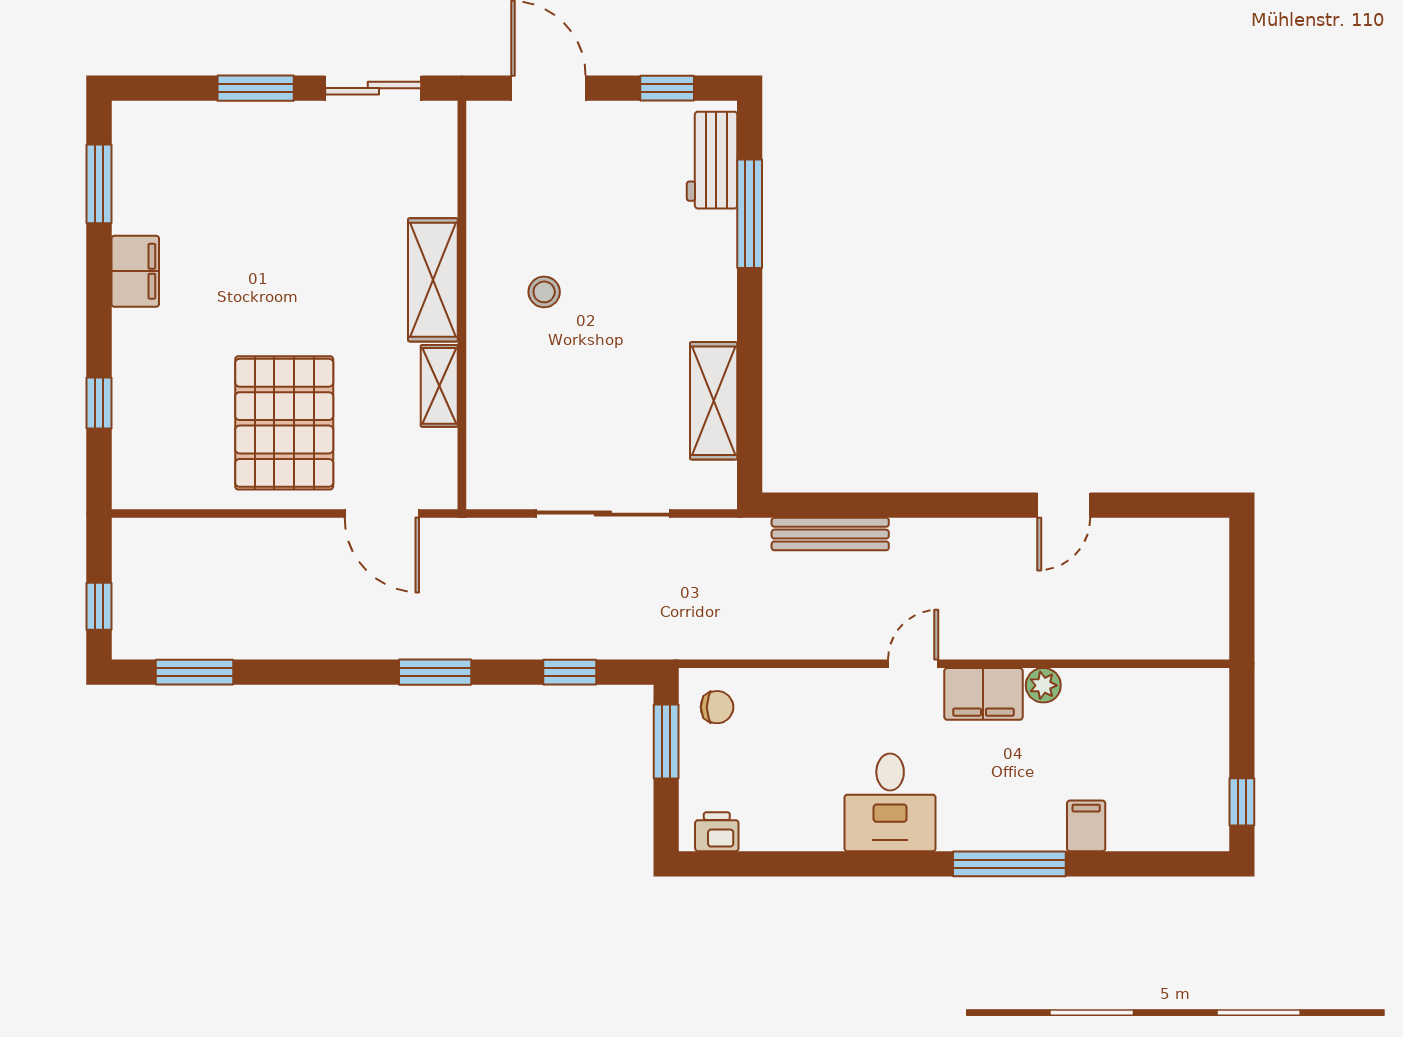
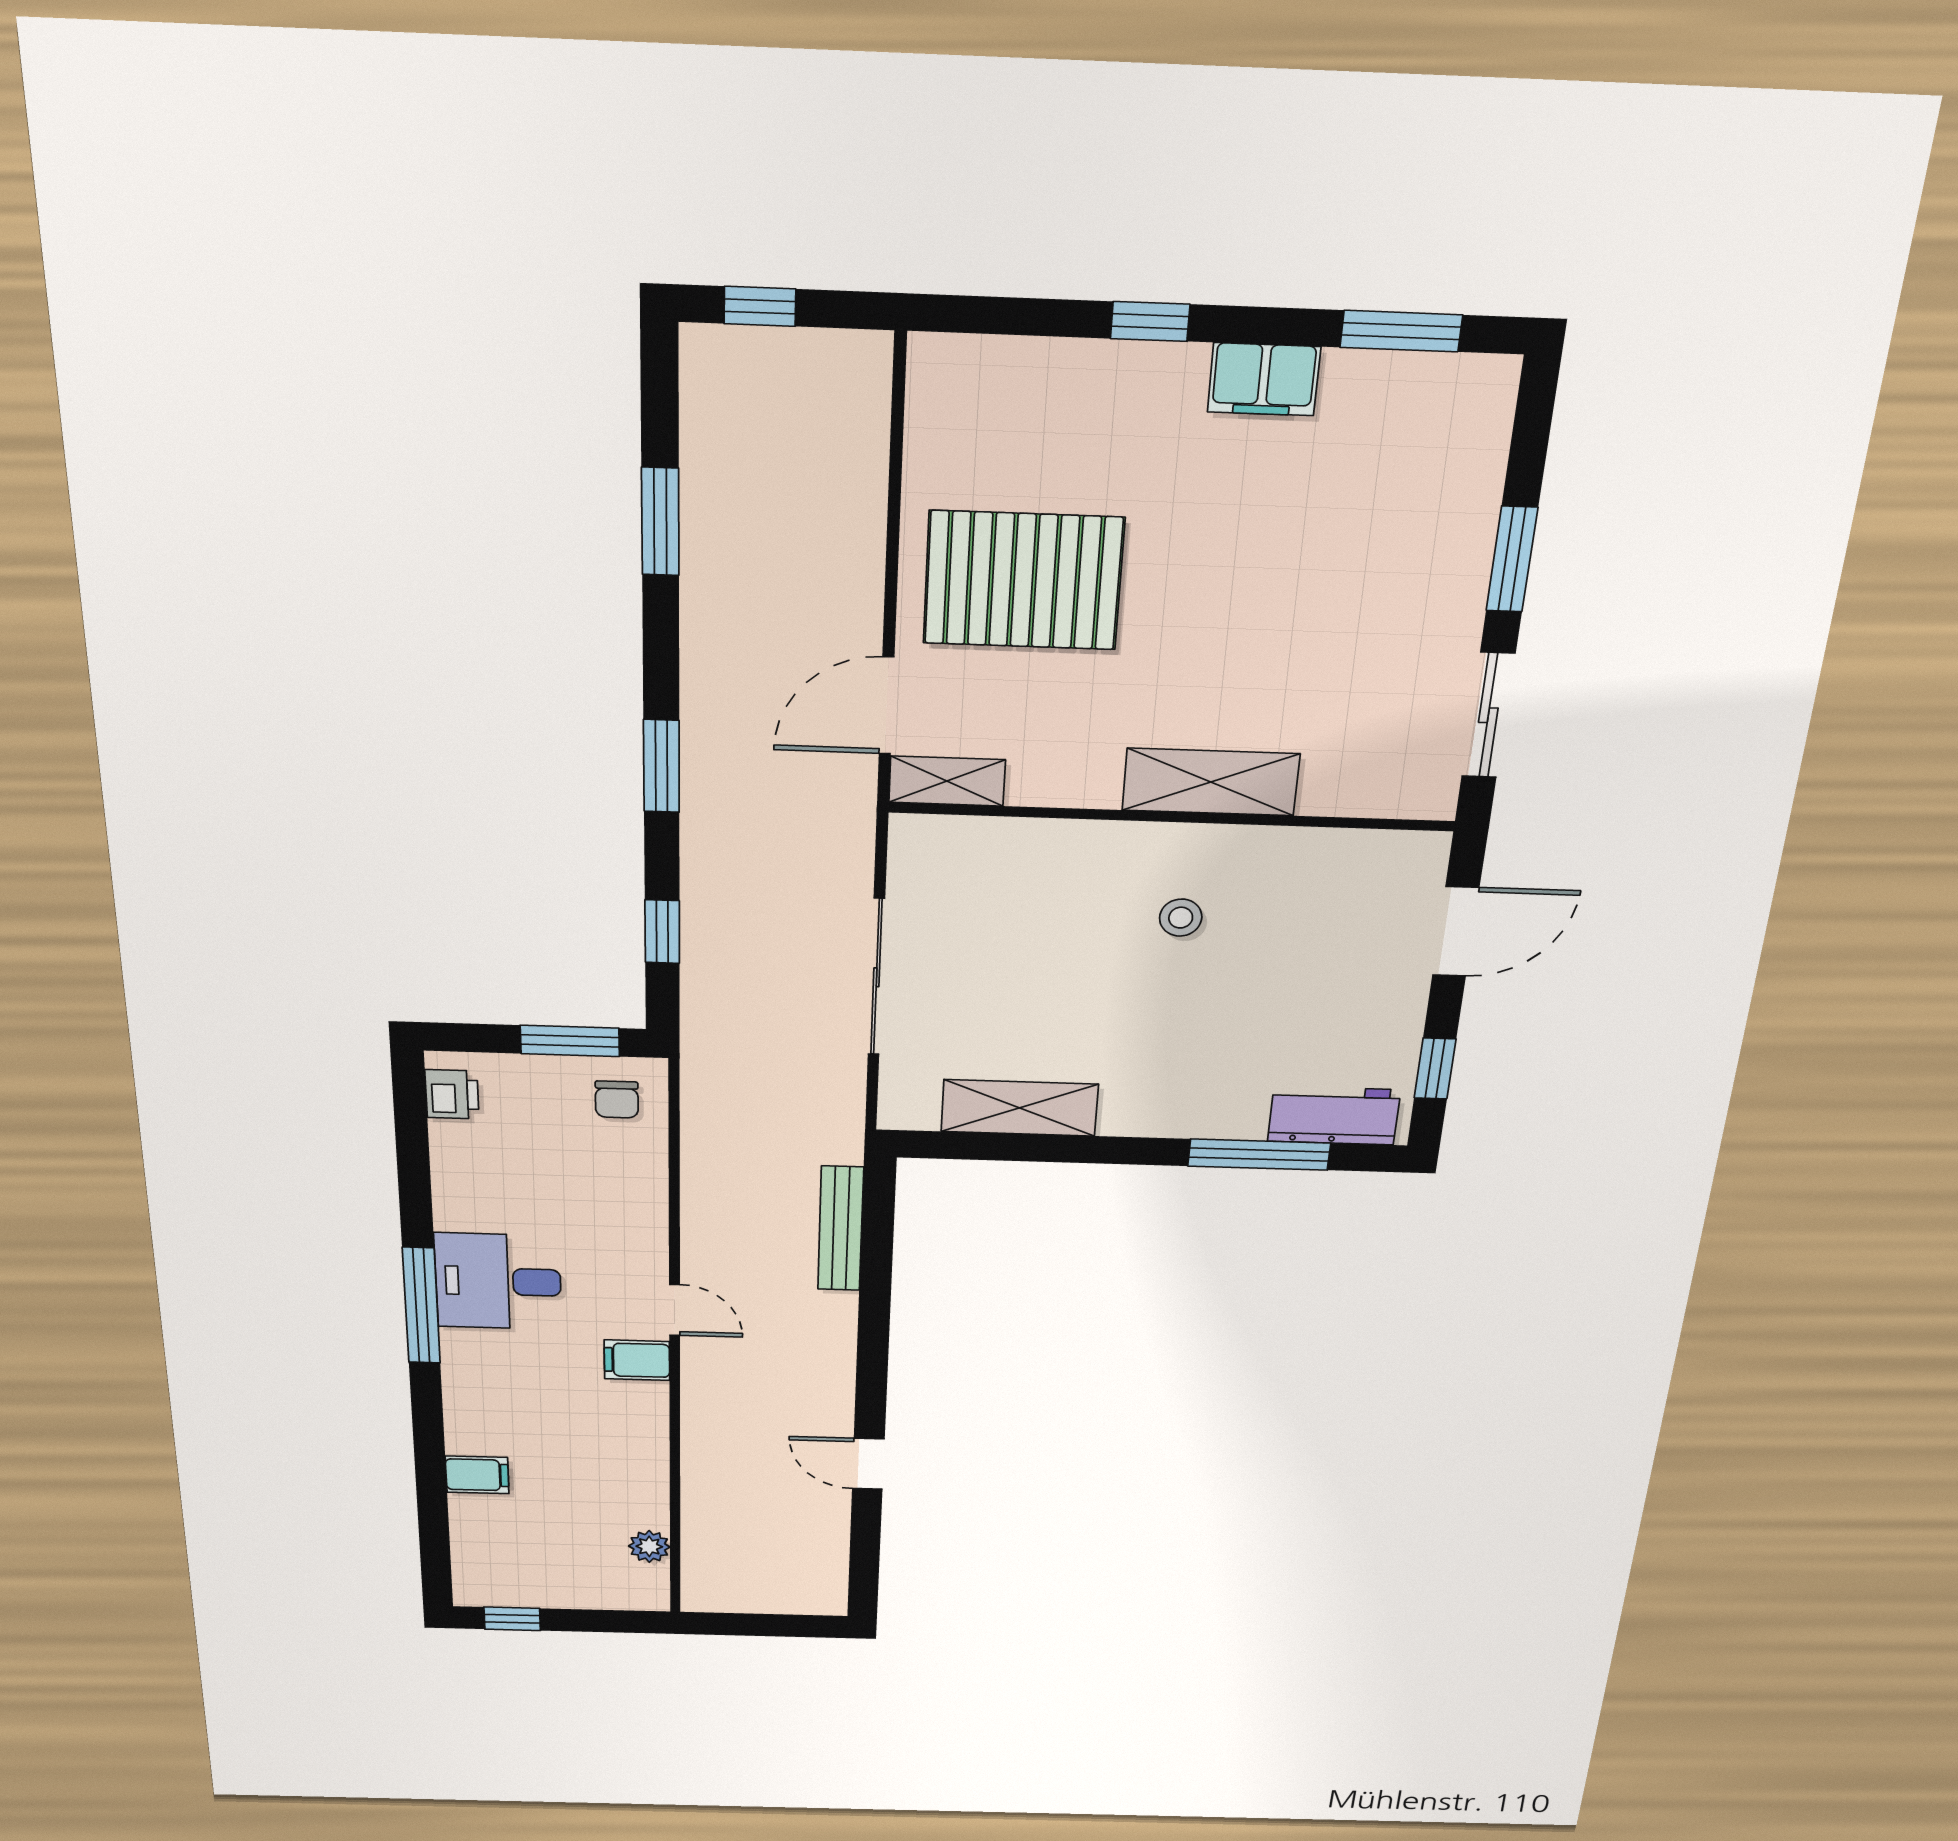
shelving: (439, 386) -> (947, 781), moved
window: (99, 403) -> (1150, 321), moved
window: (194, 672) -> (660, 522), moved
plant: (1043, 685) -> (649, 1546), moved
filing cabinet: (983, 694) -> (637, 1360), width x0.50
window: (1009, 864) -> (421, 1306), moved

